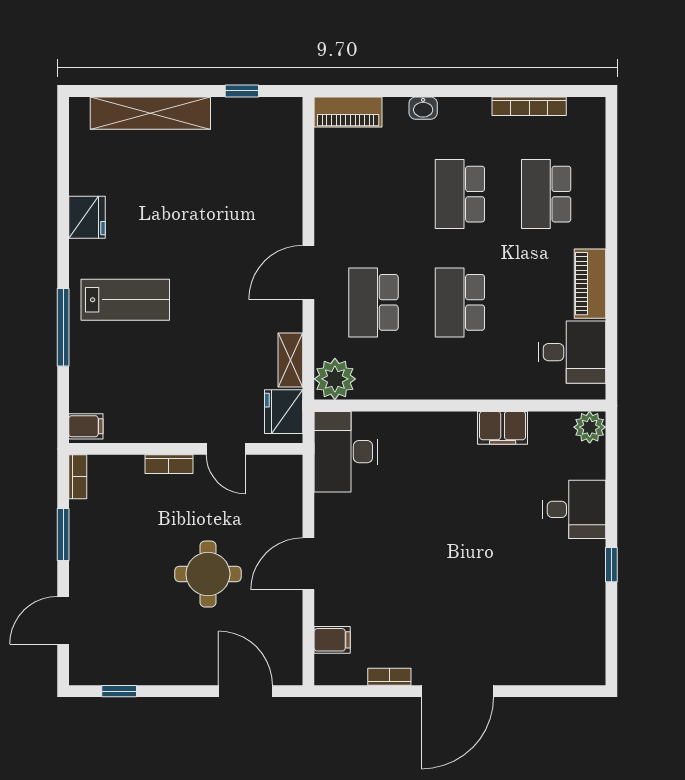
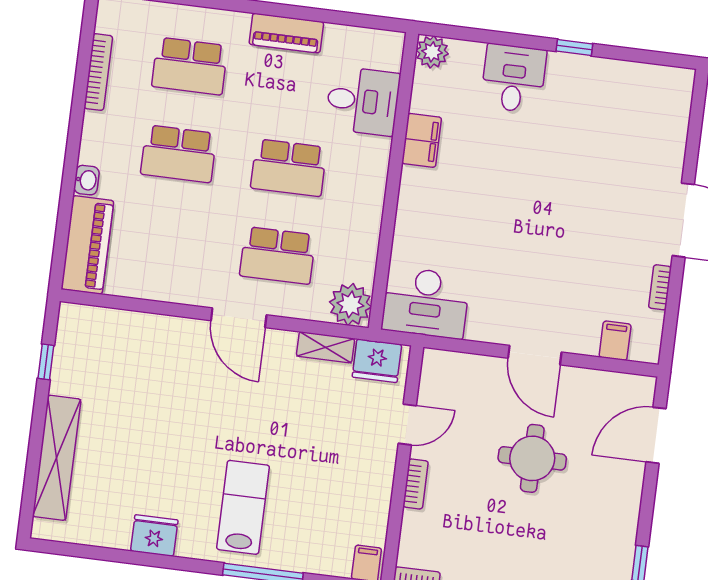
piano: (348, 112) -> (87, 245), width x1.37, depth x1.33
desk: (572, 352) -> (363, 101), moved, turned 90

